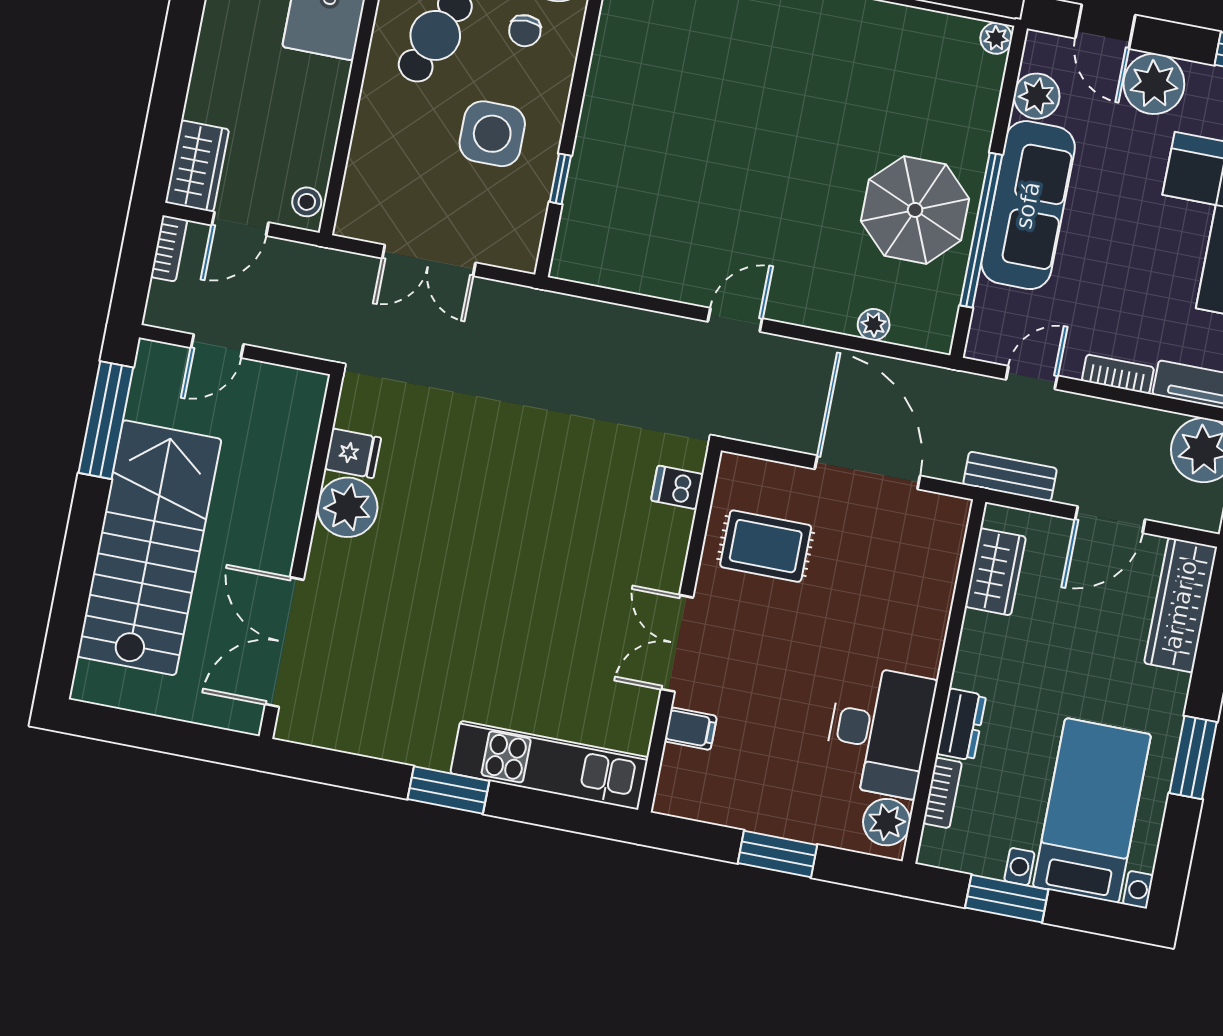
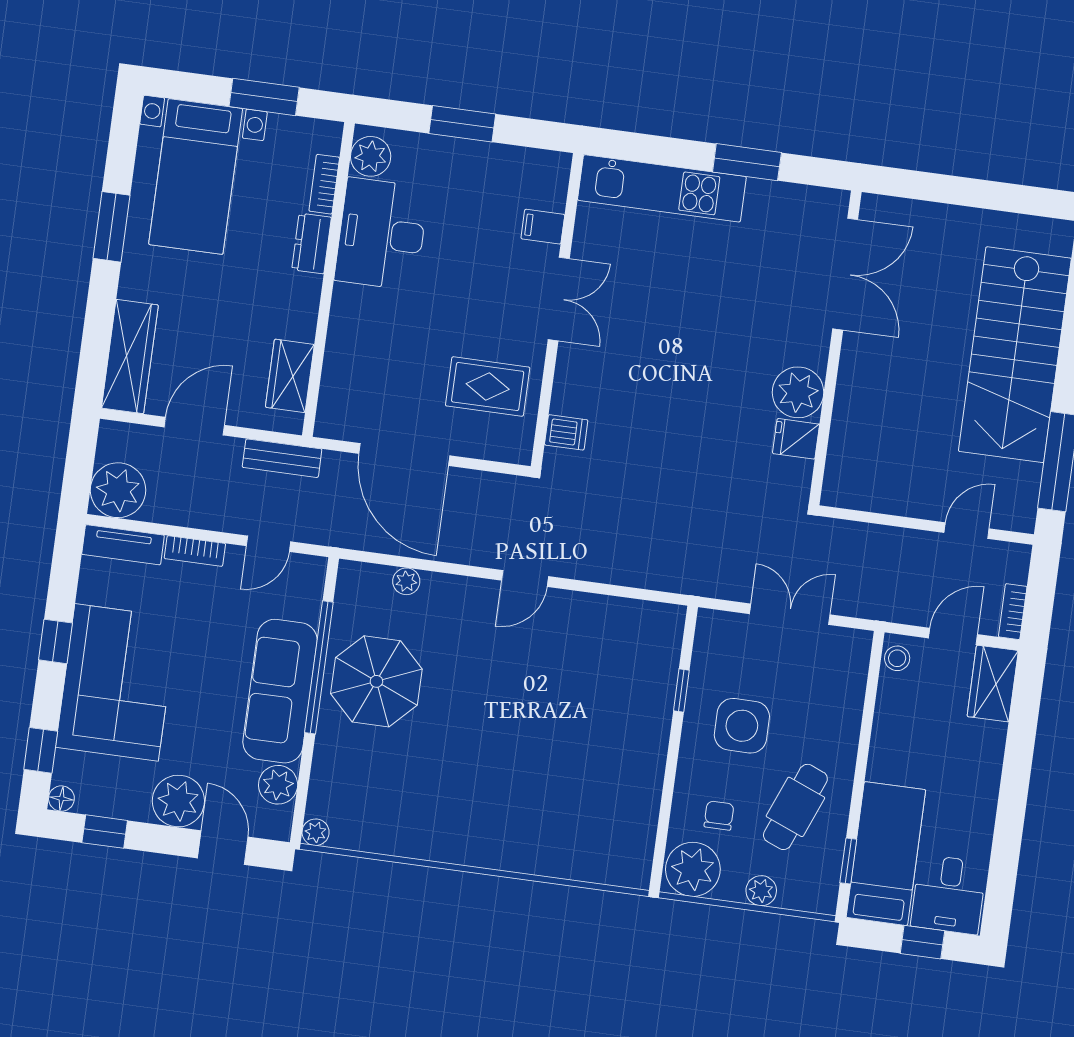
fridge: (353, 453) -> (796, 439), moved
plant: (347, 507) -> (798, 392), moved
wall: (301, 557) -> (835, 348), moved
double door: (284, 642) -> (845, 274), moved

